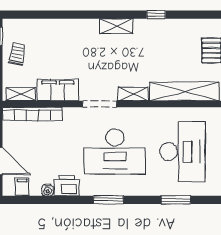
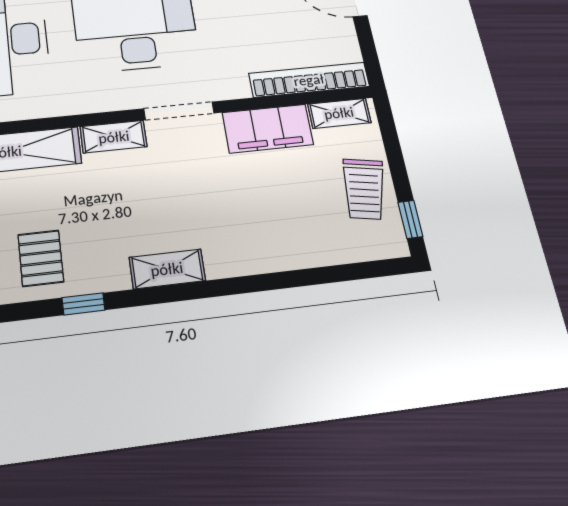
pallet: (173, 38) -> (41, 258), added
trolley: (17, 54) -> (364, 189), width x1.36, depth x1.39

